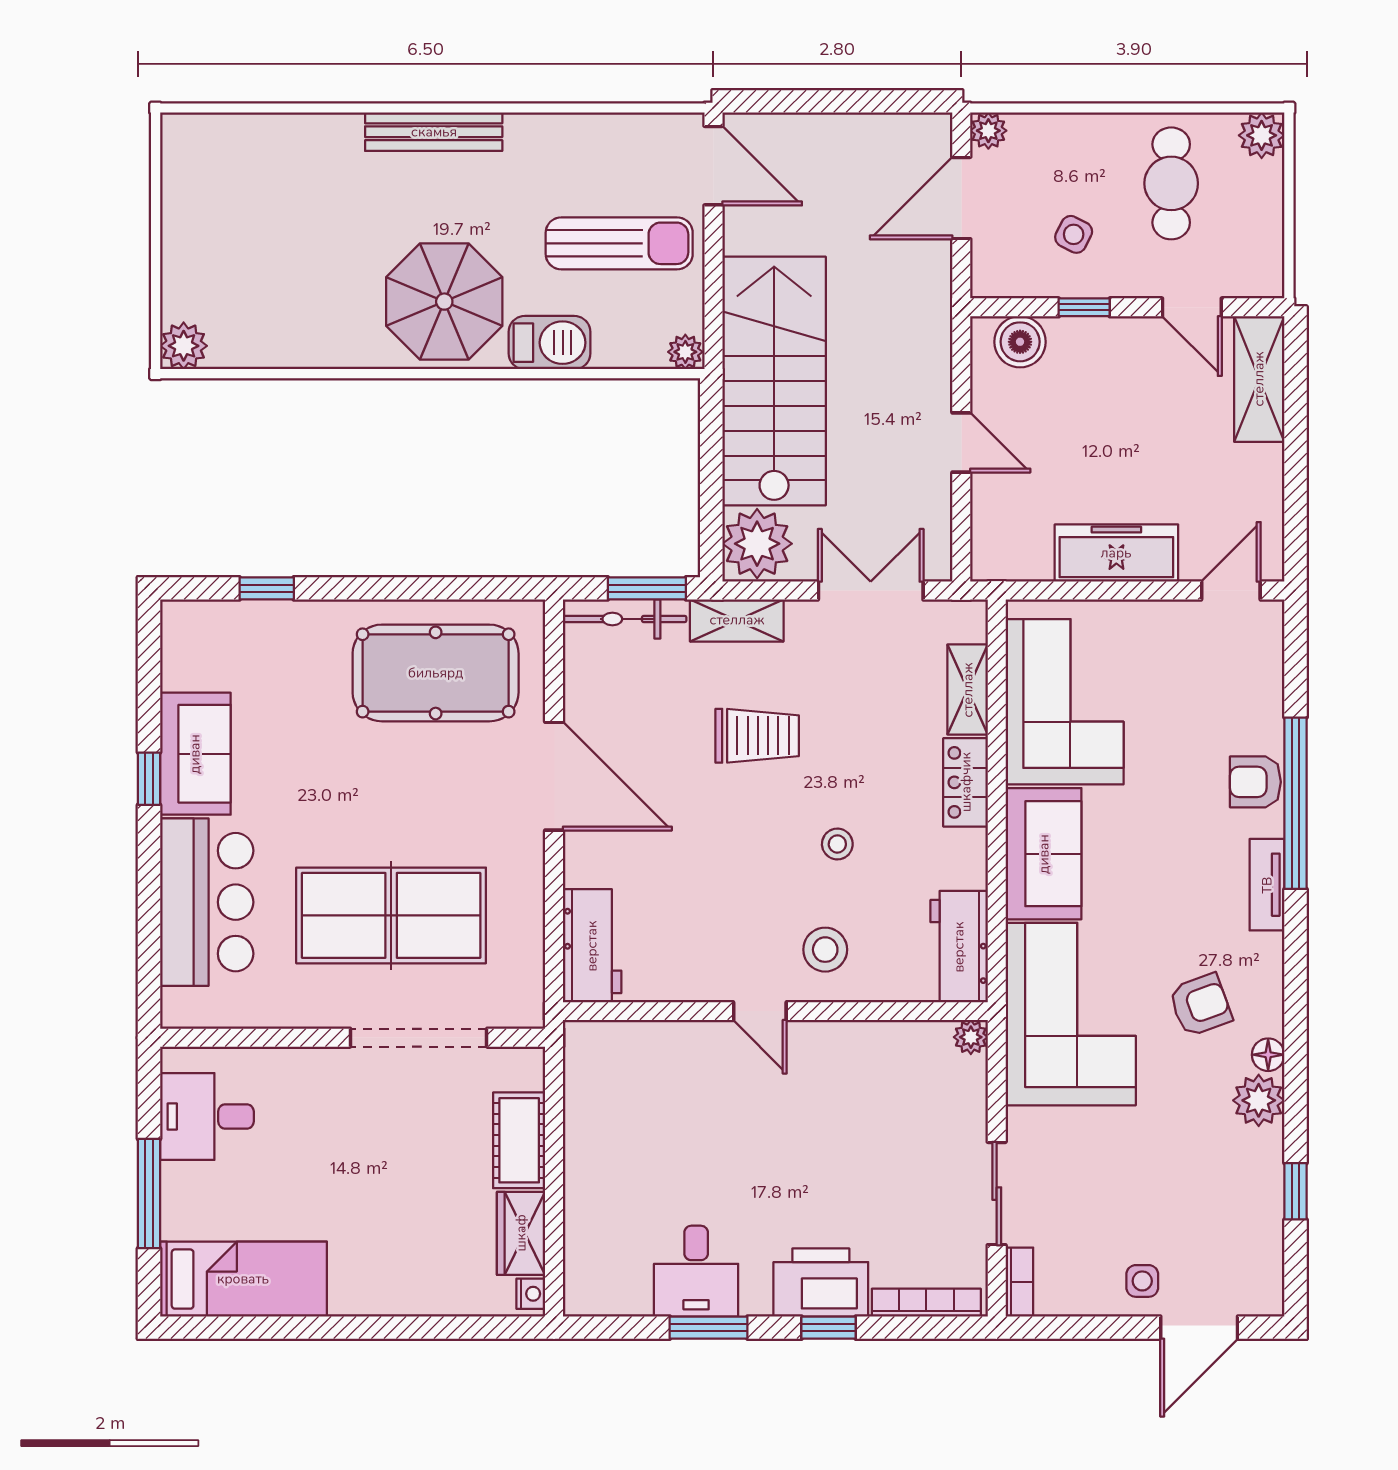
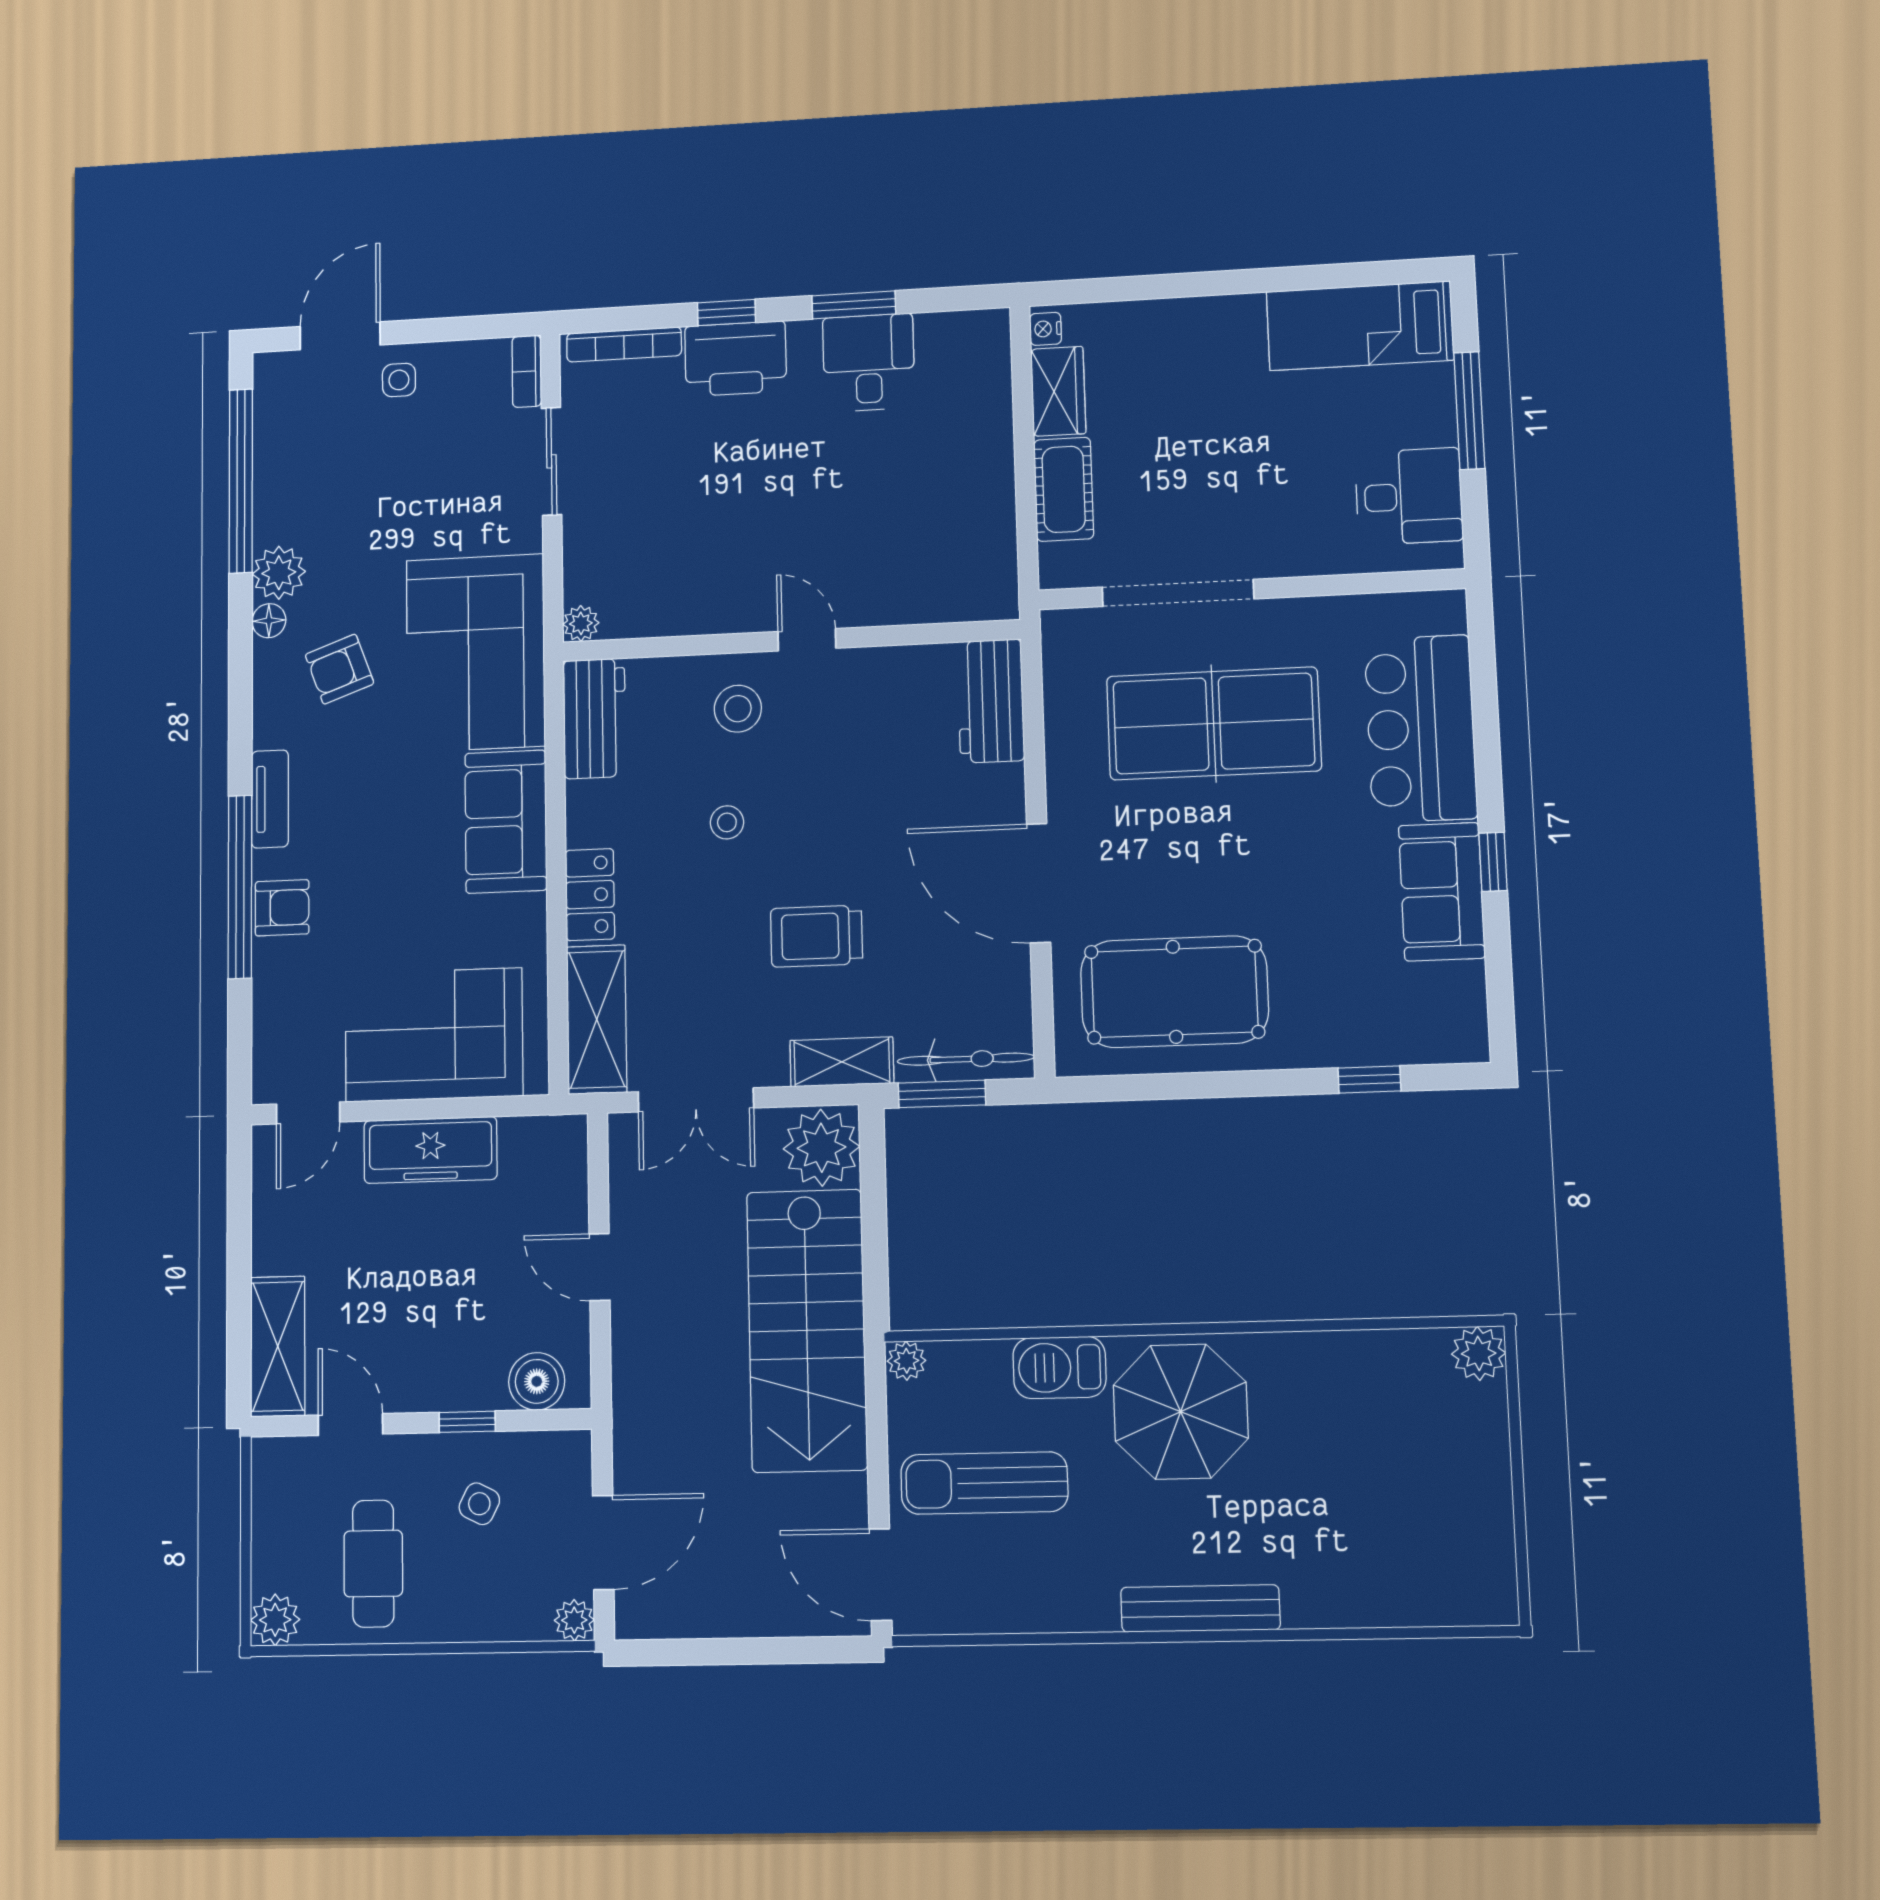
shelving: (968, 690) -> (597, 1020), width x1.50, depth x1.33
corner sofa: (1065, 702) -> (434, 1035), moved, turned 90
window: (1296, 1191) -> (241, 481), width x3.17

